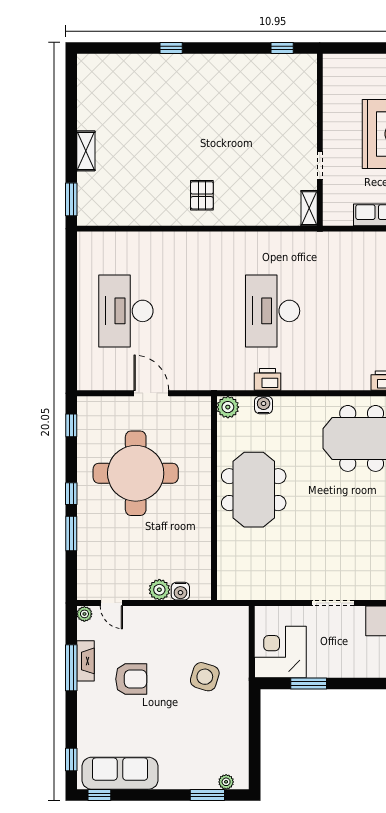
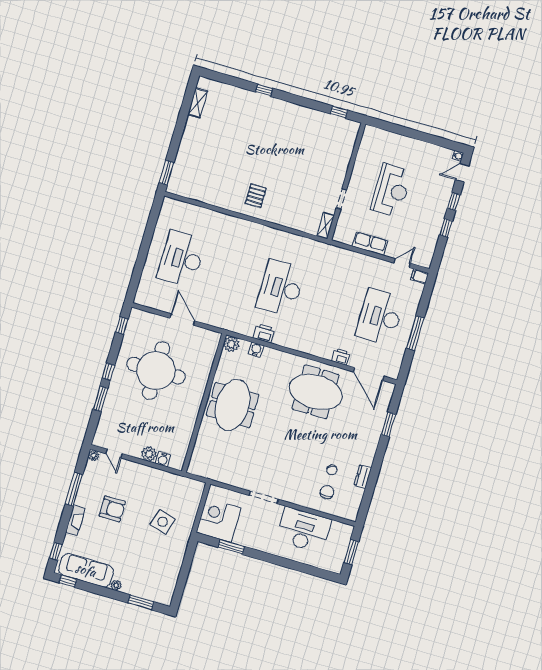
shelving: (86, 151) -> (198, 103), moved
fireplace: (86, 661) -> (75, 520), moved
plant: (226, 782) -> (116, 585), moved

